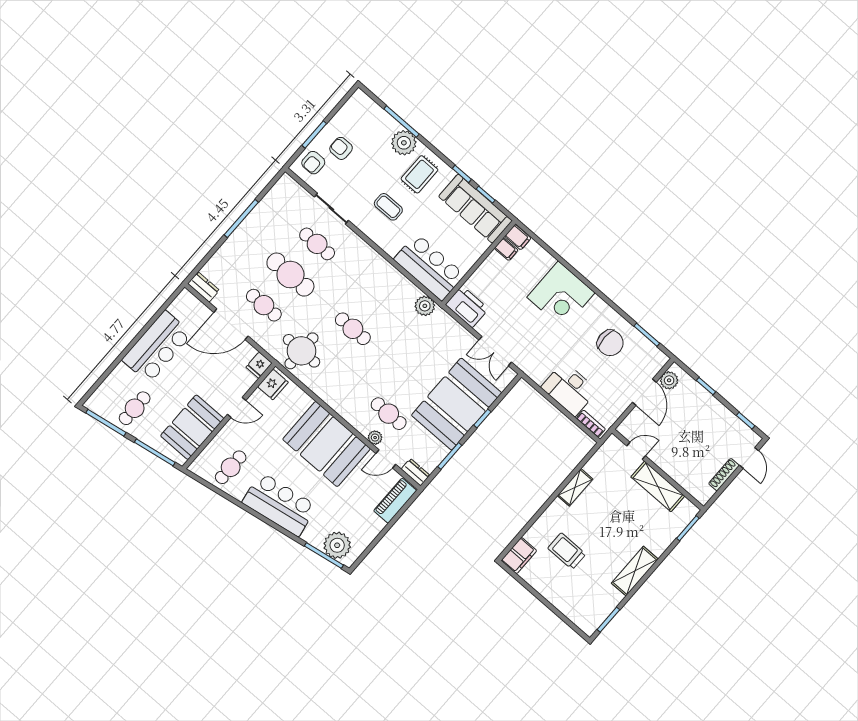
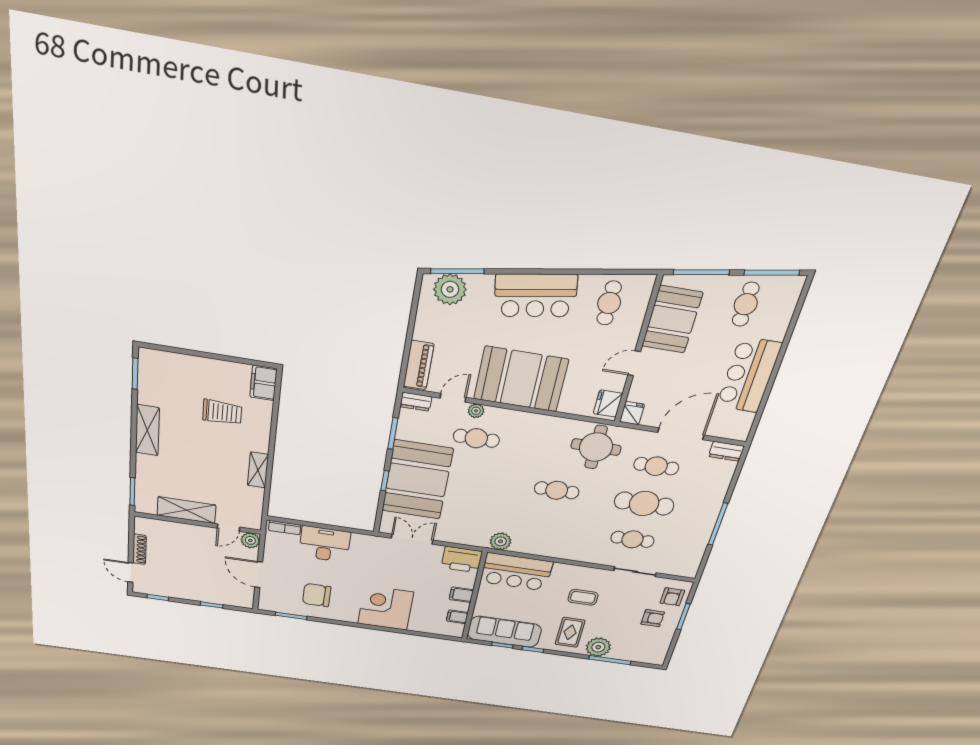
armchair: (313, 163) -> (672, 597), turned 180
filing cabinet: (518, 237) -> (461, 595), moved
plant: (669, 380) -> (250, 540), moved

